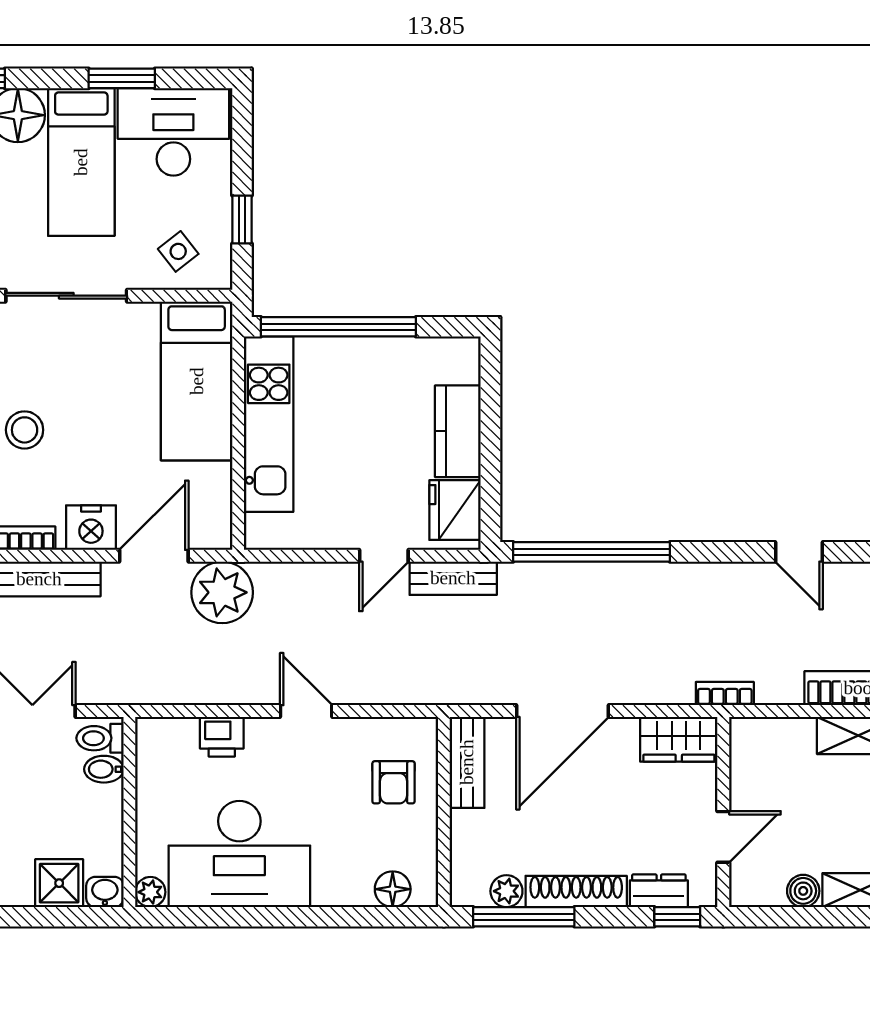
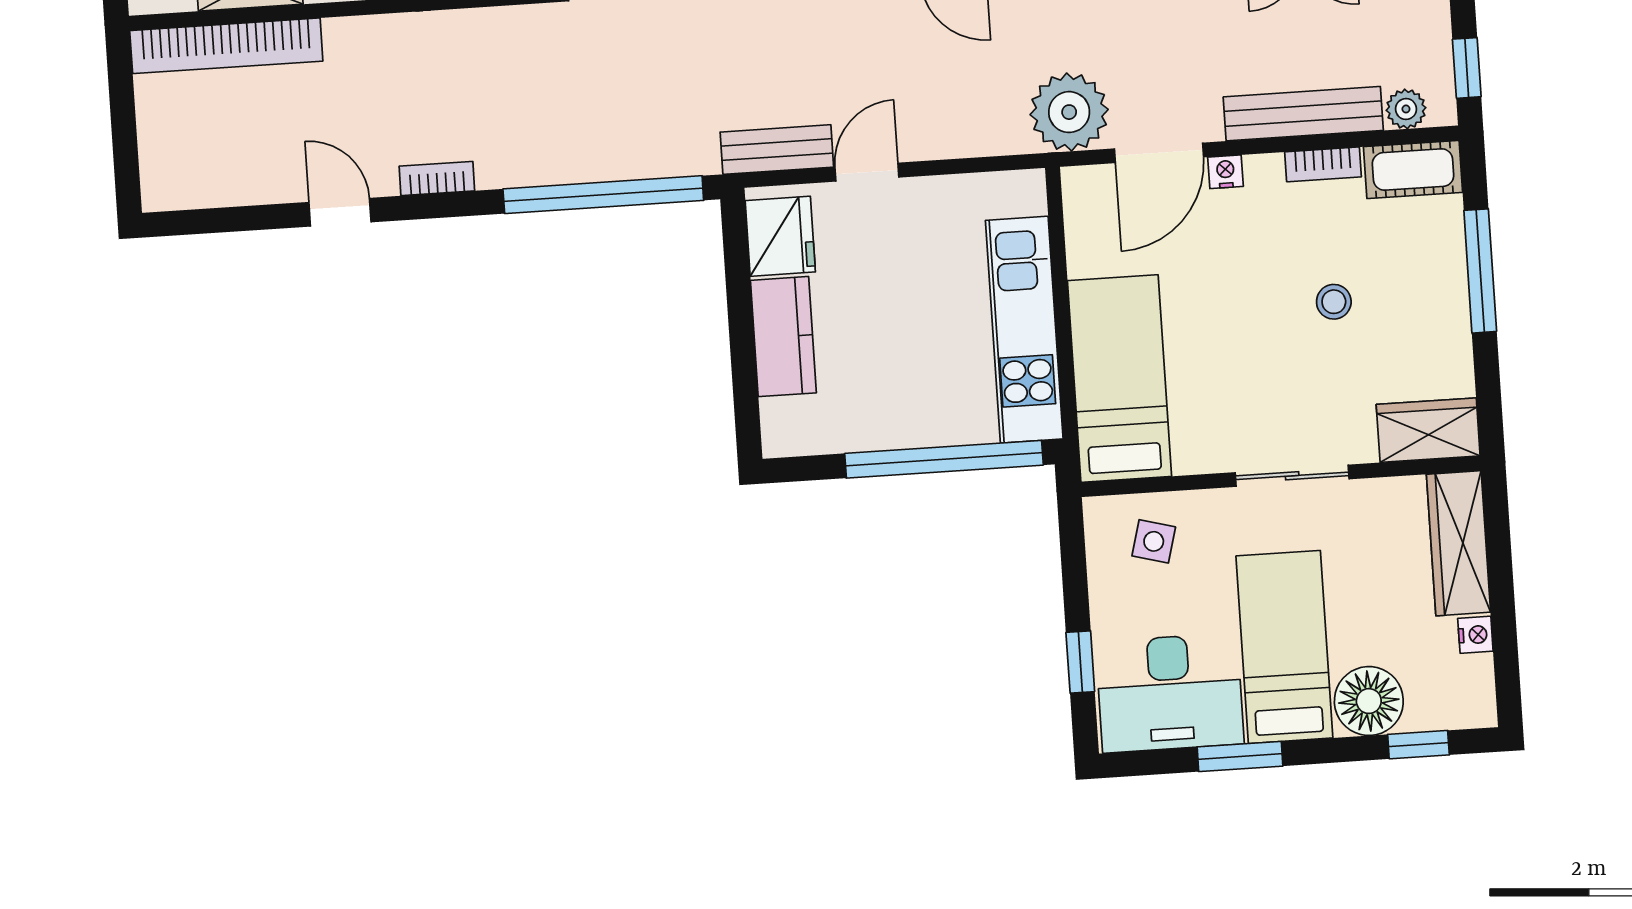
window: (242, 220) -> (1080, 662), moved
side table: (178, 251) -> (1154, 541), turned -37
sliding door: (66, 296) -> (1292, 476), width x0.73
stool: (25, 430) -> (1334, 302), width x0.73, depth x0.73
nightstand: (91, 528) -> (1225, 172), width x0.53, depth x0.56
bookcase: (725, 694) -> (437, 179), moved, turned 180

